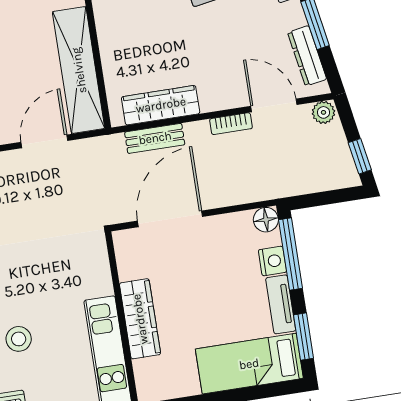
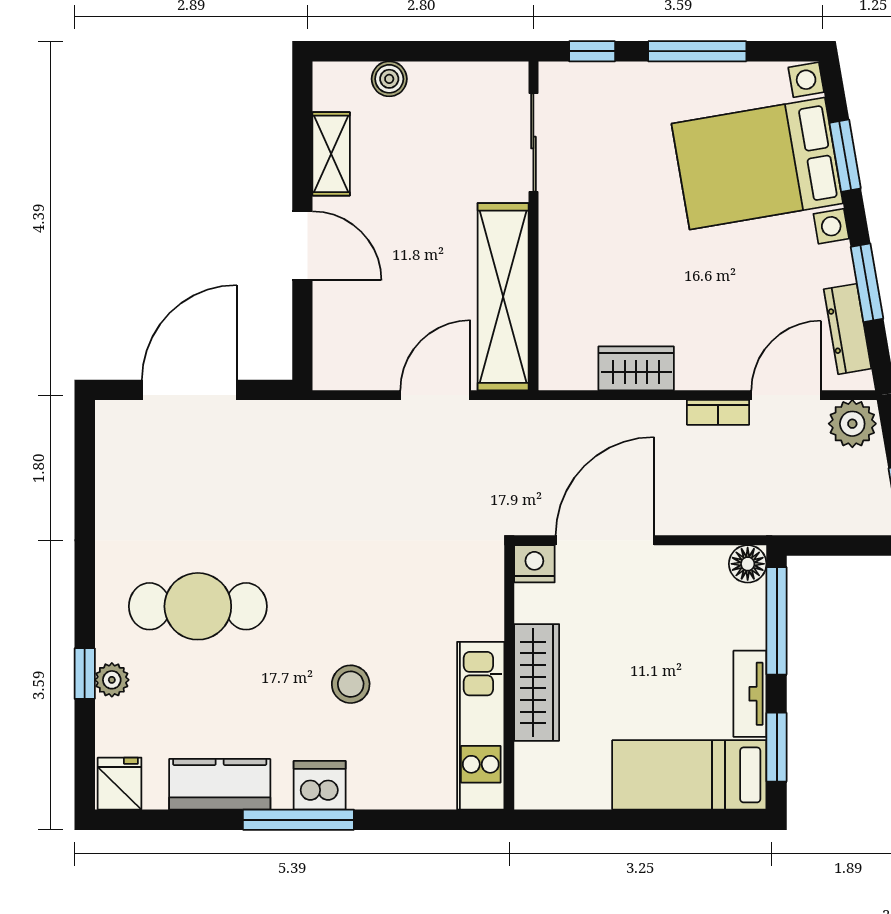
wardrobe: (161, 105) -> (636, 368), width x0.67
door: (274, 105) -> (786, 395), hinge flipped
plant: (323, 112) -> (852, 424), width x1.38, depth x1.38
bench: (155, 138) -> (601, 417), removed
nightstand: (272, 261) -> (534, 564), moved, turned -90

